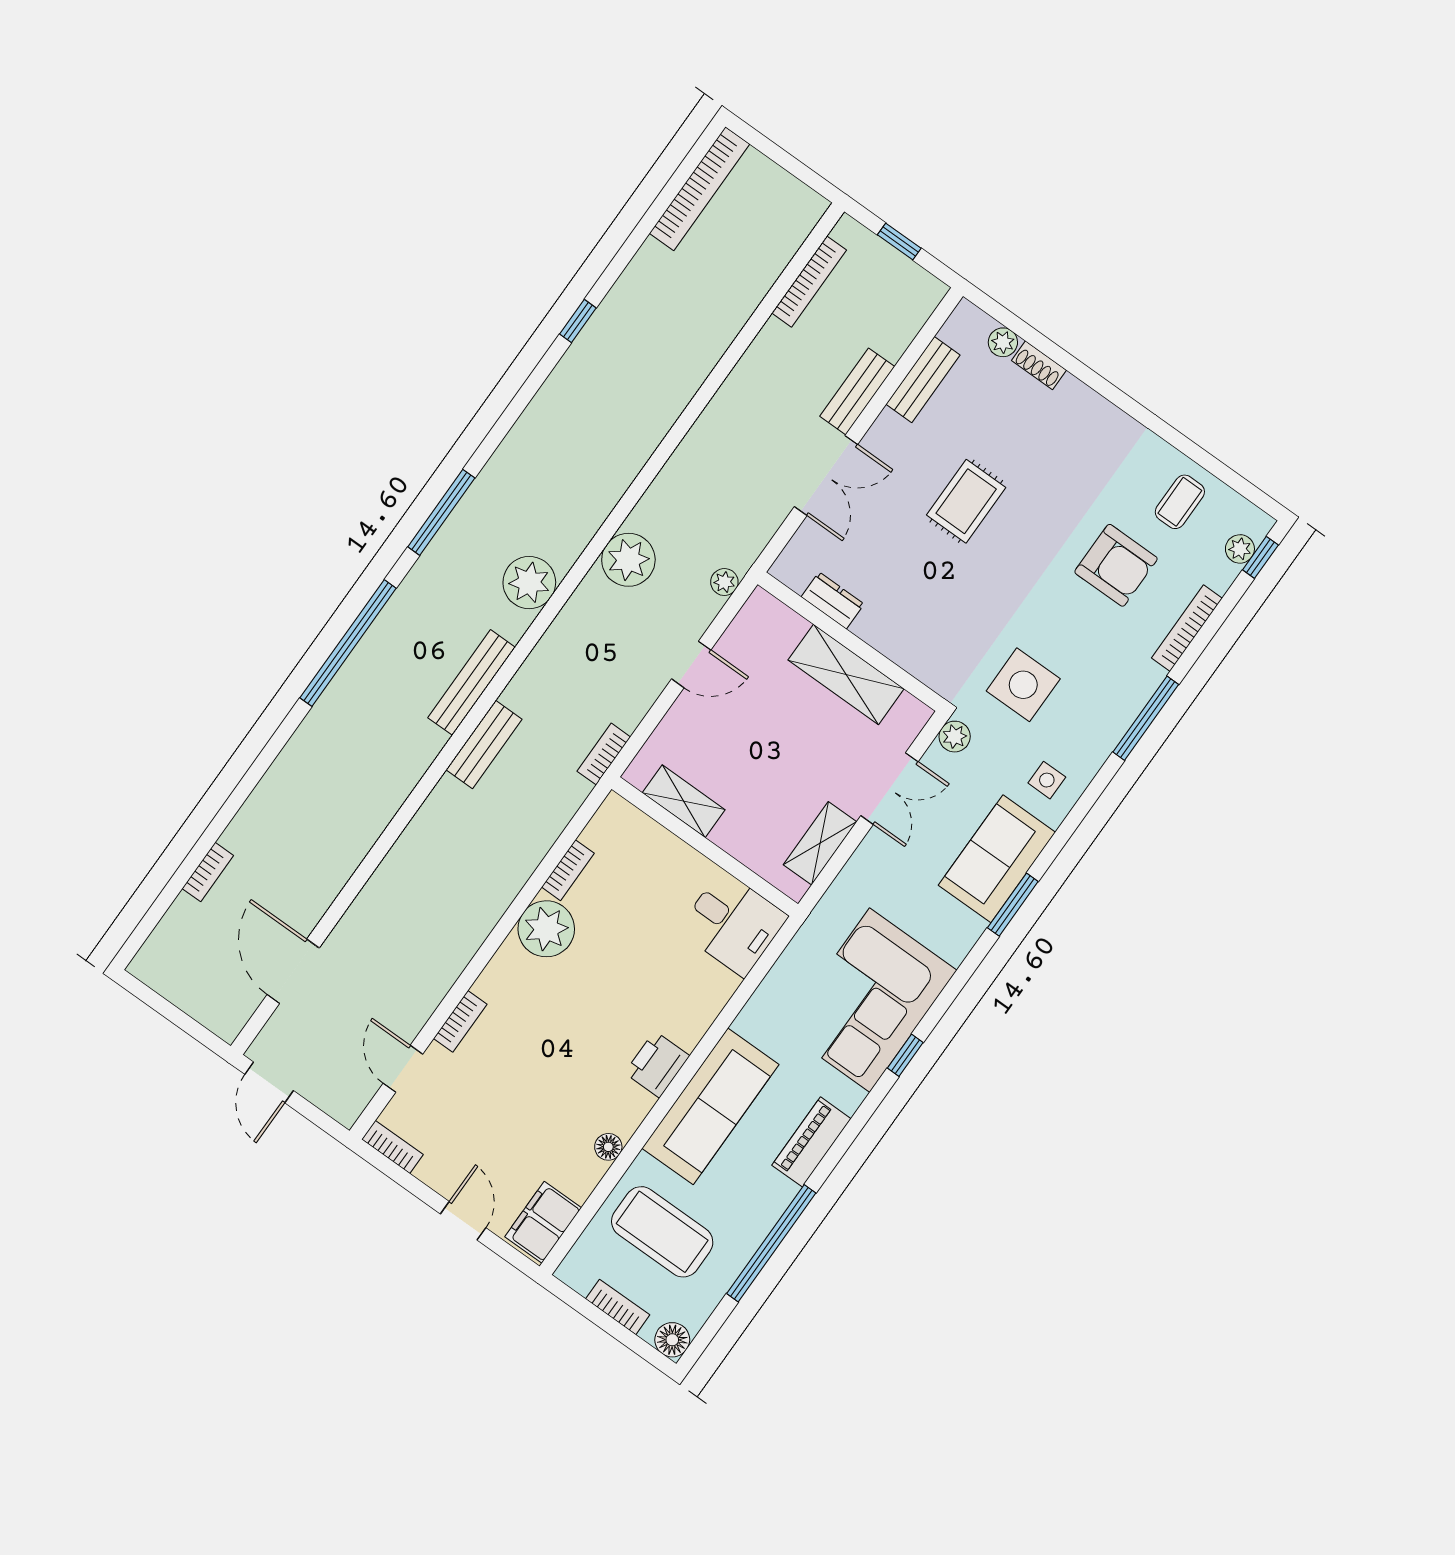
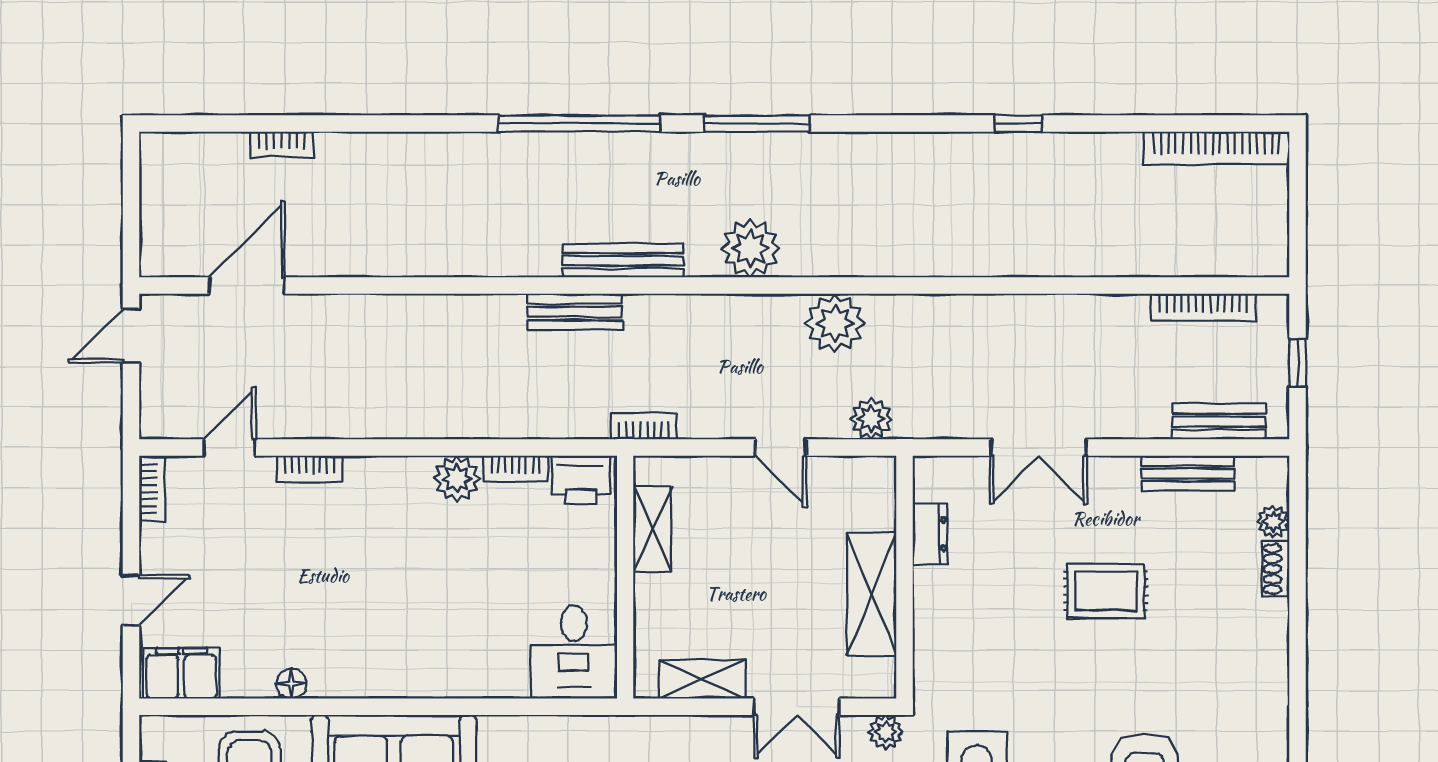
bench: (857, 391) -> (1219, 422), moved
plant: (724, 582) -> (871, 419), width x1.38, depth x1.38
plant: (546, 929) -> (457, 479), width x0.73, depth x0.73
printer: (657, 1064) -> (580, 480), moved, turned 180

